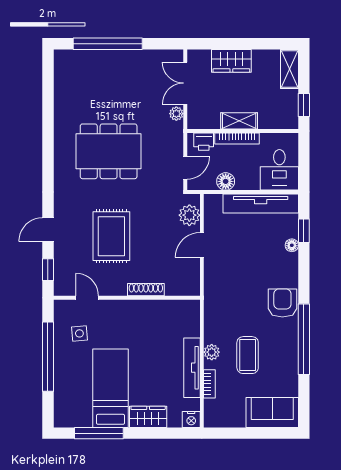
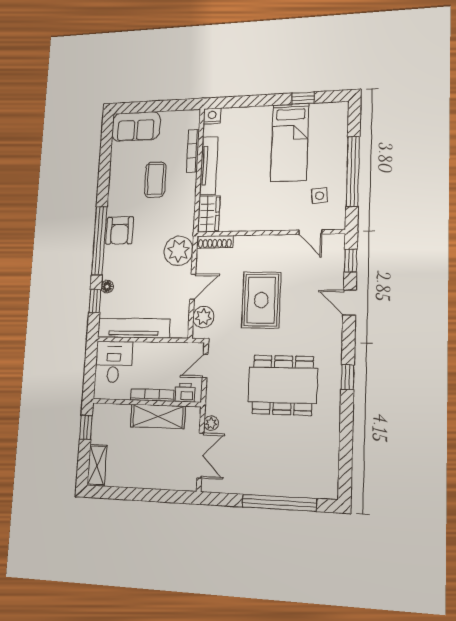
wardrobe: (231, 61) -> (153, 477), removed
shelving: (239, 121) -> (158, 416), width x1.50, depth x1.33
window: (48, 160) -> (348, 377), added
floor lamp: (226, 181) -> (166, 351), removed
door: (48, 230) -> (350, 303), swing flipped
rug: (111, 236) -> (261, 300), moved
shoe rack: (146, 290) -> (215, 242), moved
window: (304, 339) -> (99, 241), moved
plant: (212, 352) -> (179, 251), moved, width x1.87, depth x1.87
bookcase: (209, 384) -> (193, 151), width x1.56
wardrobe: (148, 417) -> (209, 214), moved, turned -90
window: (99, 433) -> (303, 98), width x0.46

